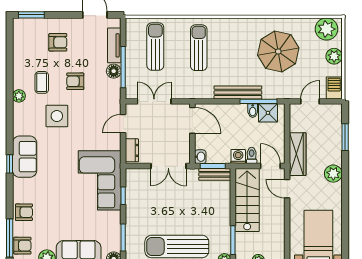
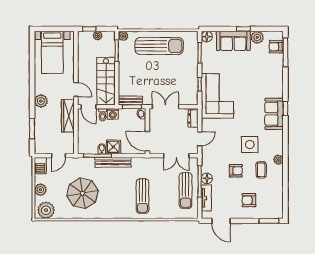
sun lounger: (155, 47) -> (186, 191), moved
shower: (268, 113) -> (113, 147), moved
armchair: (24, 212) -> (275, 72), removed

